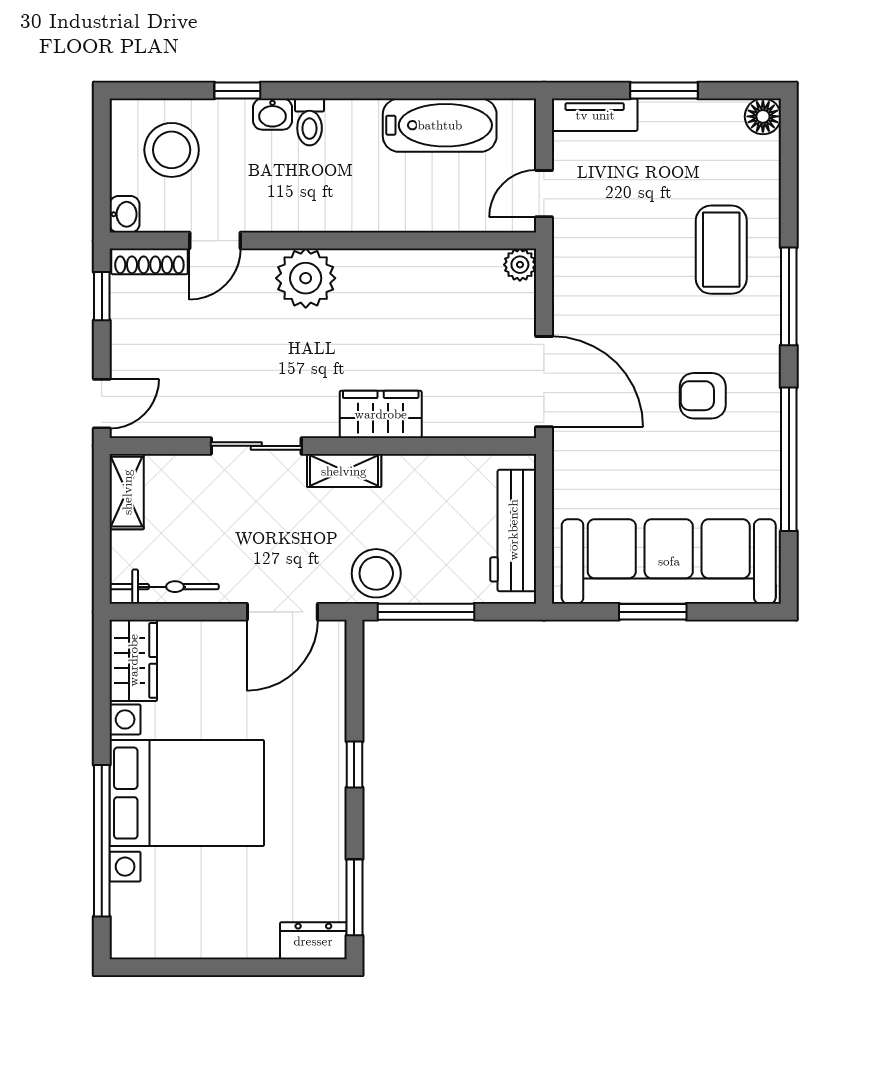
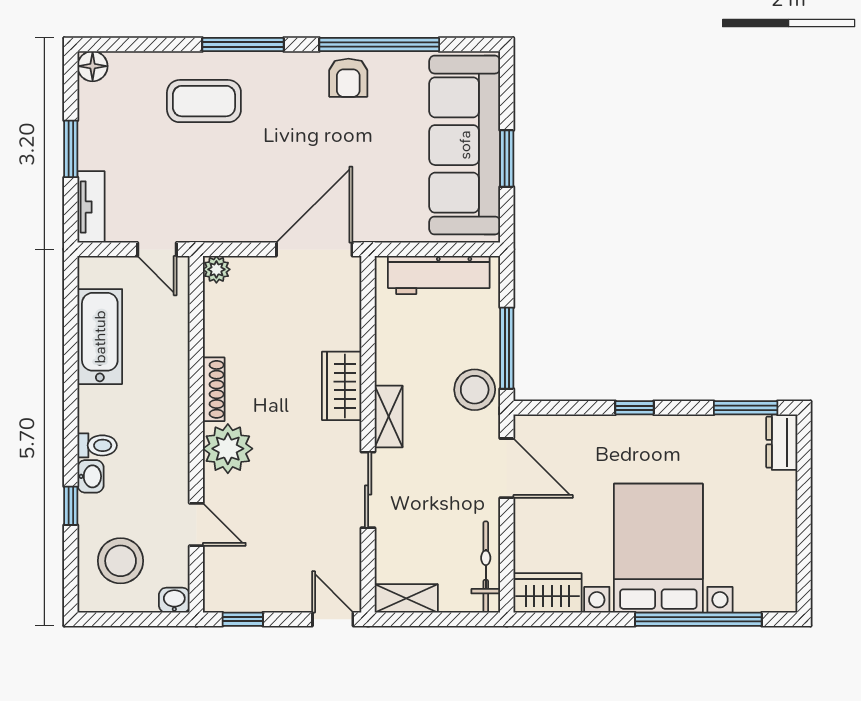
shoe rack: (149, 261) -> (214, 389), moved
armchair: (703, 396) -> (348, 78), moved

